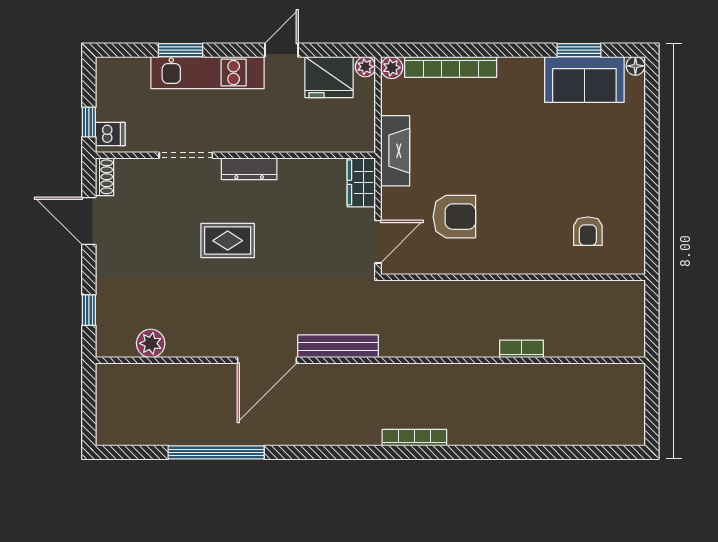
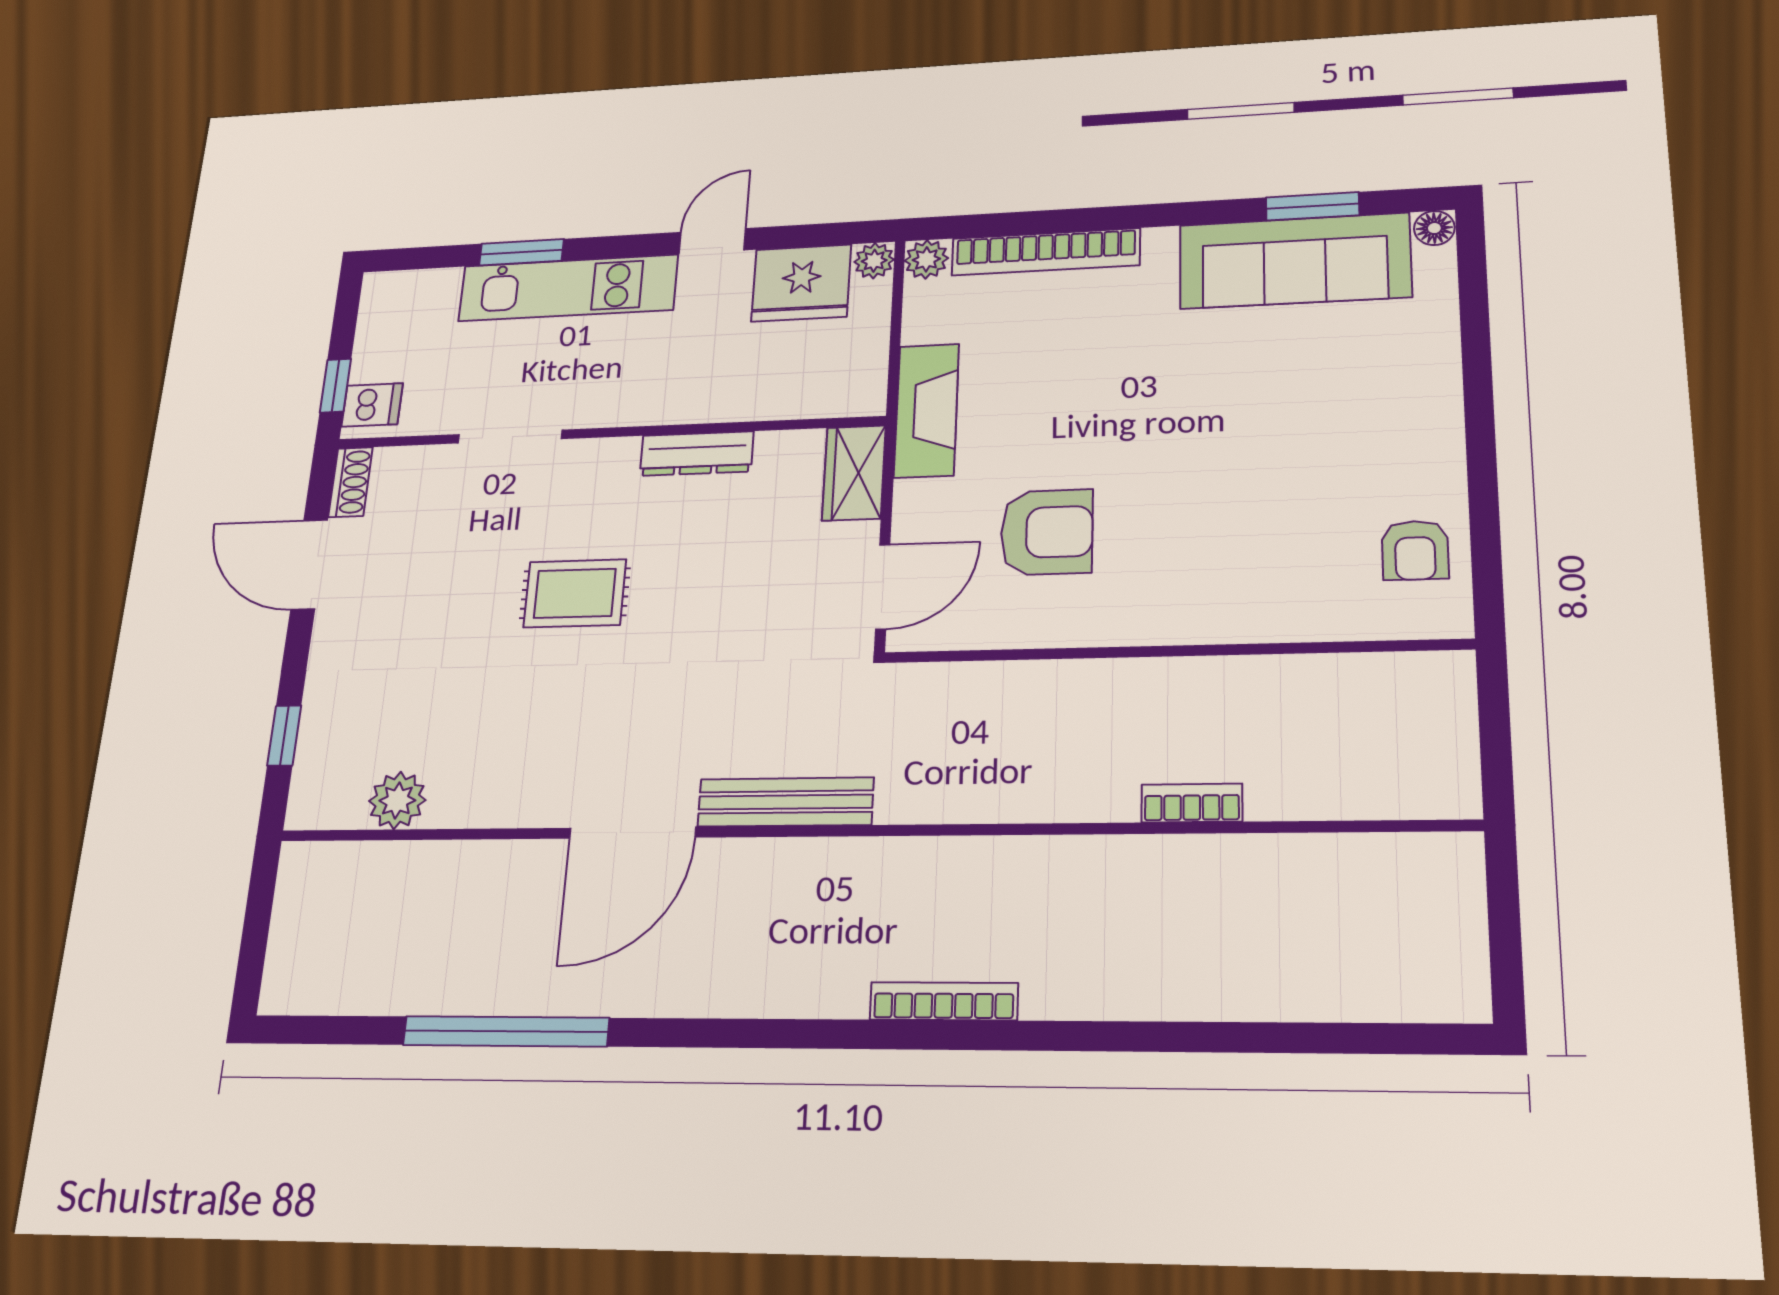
sofa: (584, 80) -> (1294, 261), width x1.36
dresser: (249, 169) -> (697, 454), moved
armchair: (588, 231) -> (1415, 550), moved

